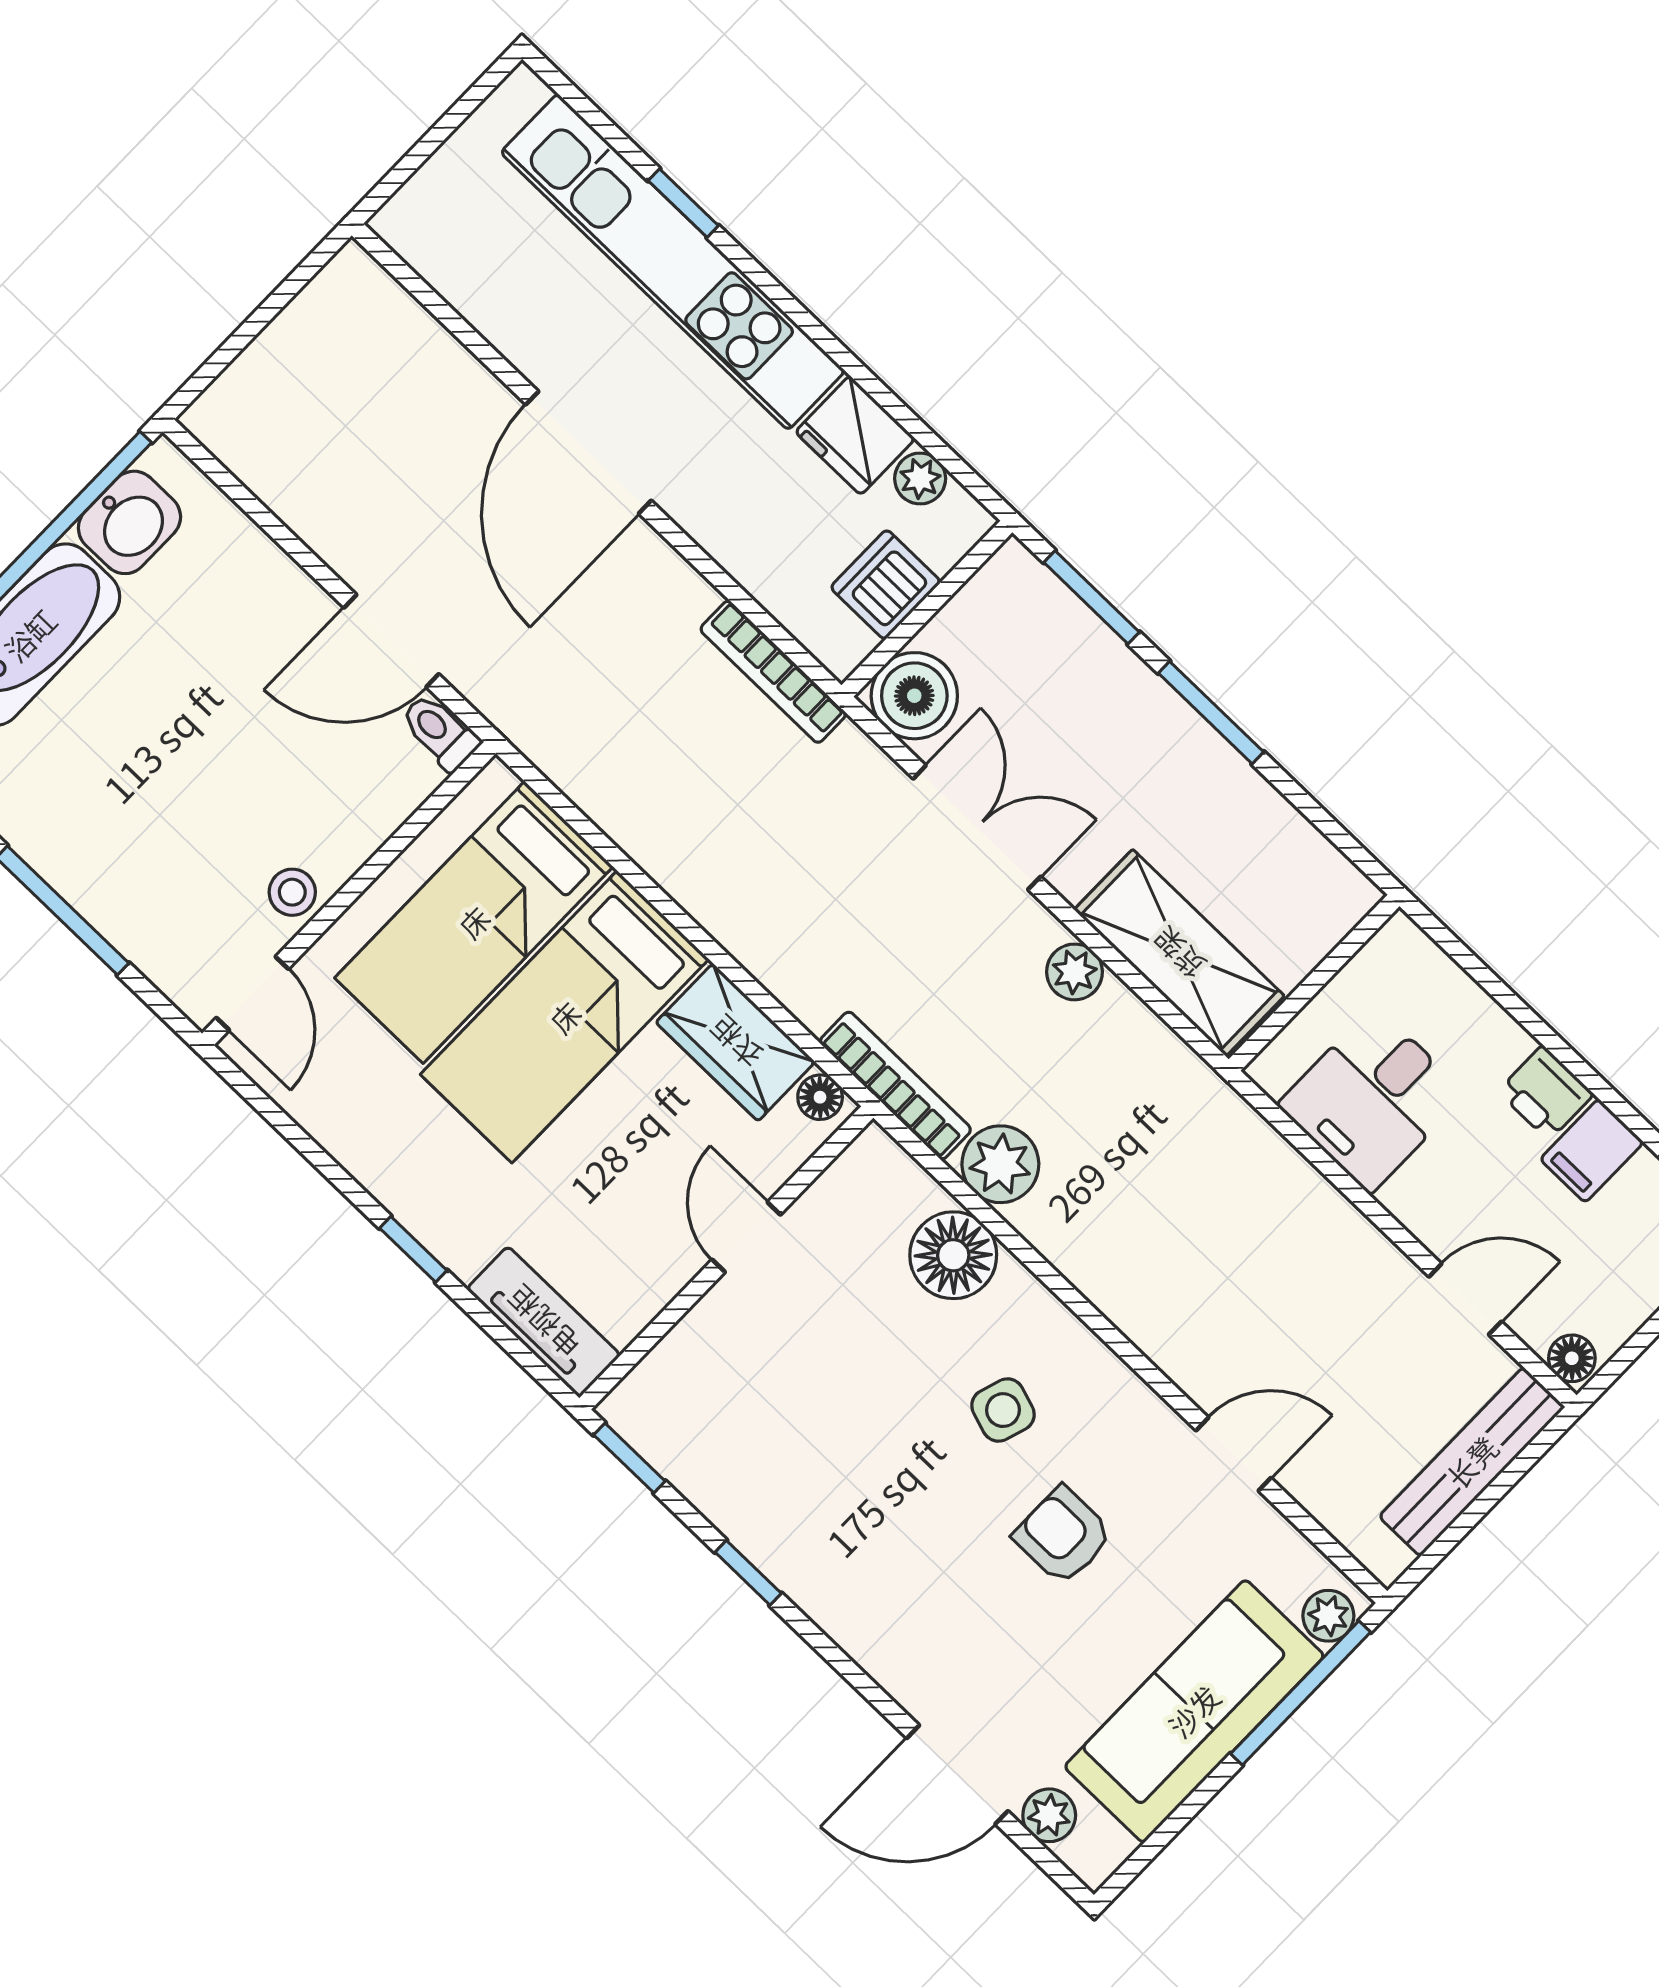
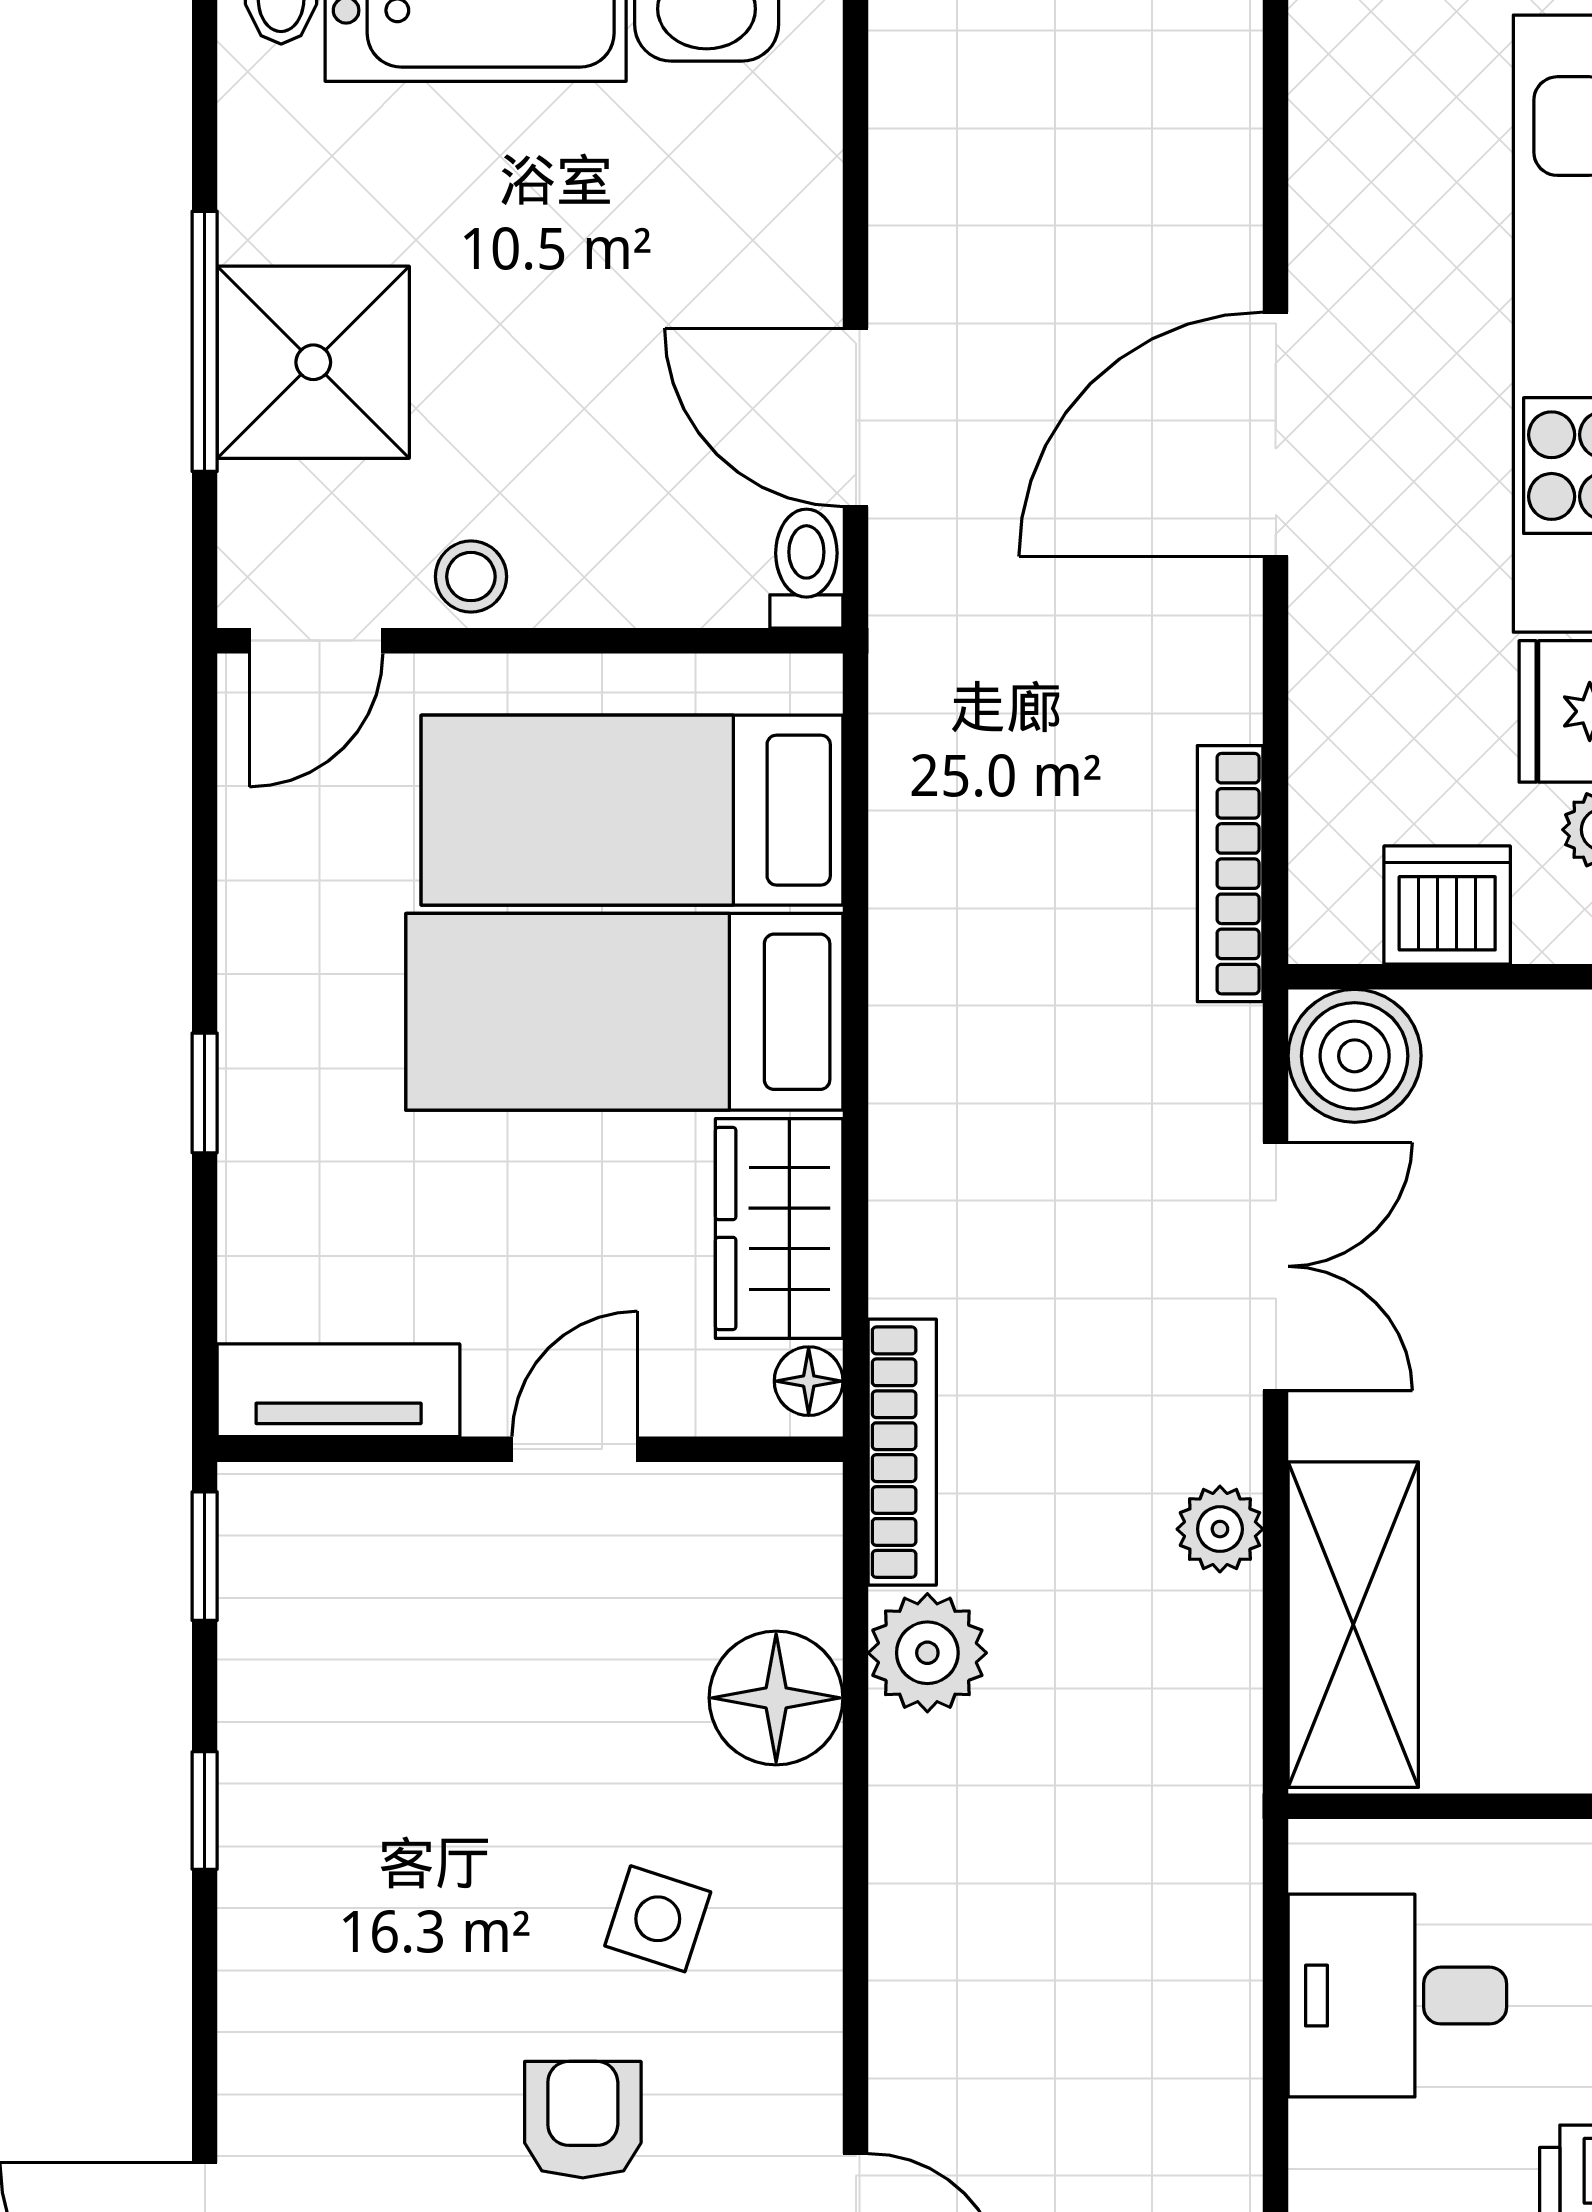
shower: (121, 869) -> (313, 362), added
tv unit: (544, 1322) -> (339, 1390), moved, turned -90

